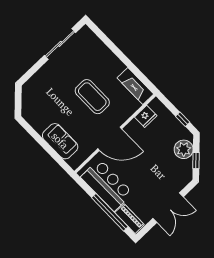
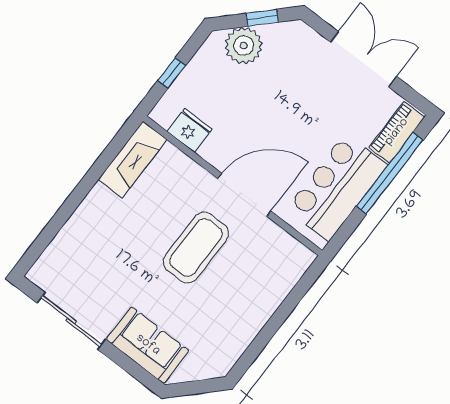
coffee table: (92, 97) -> (196, 248), moved
window: (183, 119) -> (172, 73), moved
door: (110, 139) -> (244, 195), hinge flipped
sofa: (60, 141) -> (148, 345), moved, turned 90

